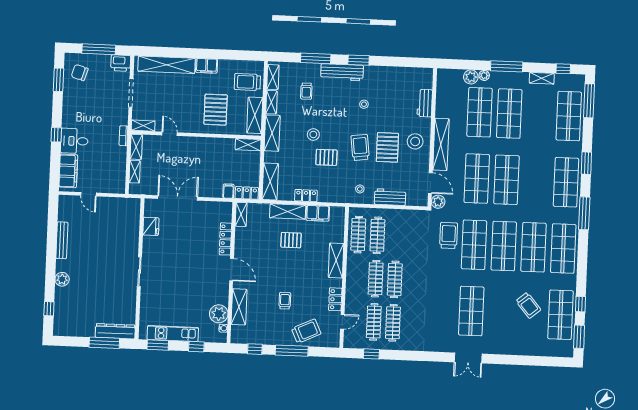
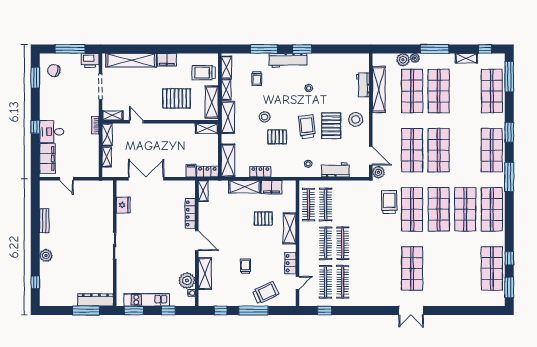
pallet: (216, 110) -> (176, 98), turned 90
shelving: (441, 144) -> (379, 89), moved
bench: (62, 240) -> (44, 221), width x0.73
pallet: (291, 240) -> (263, 219), moved
trolley: (528, 305) -> (463, 261), removed

